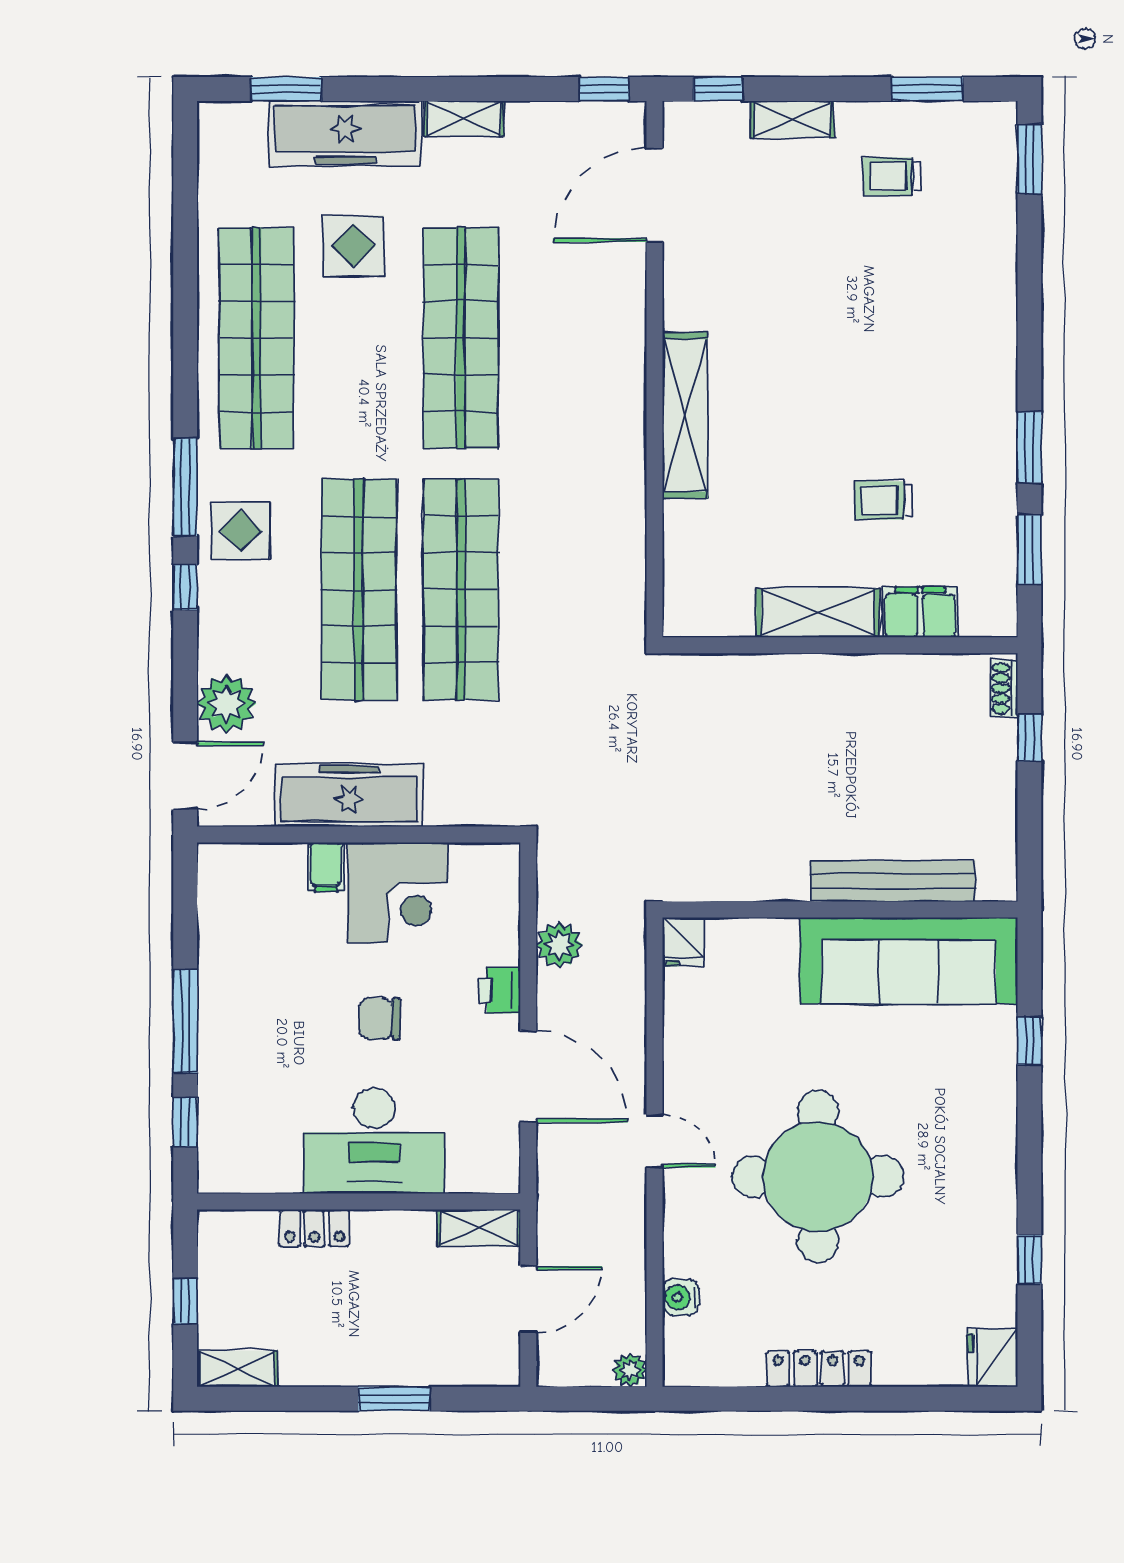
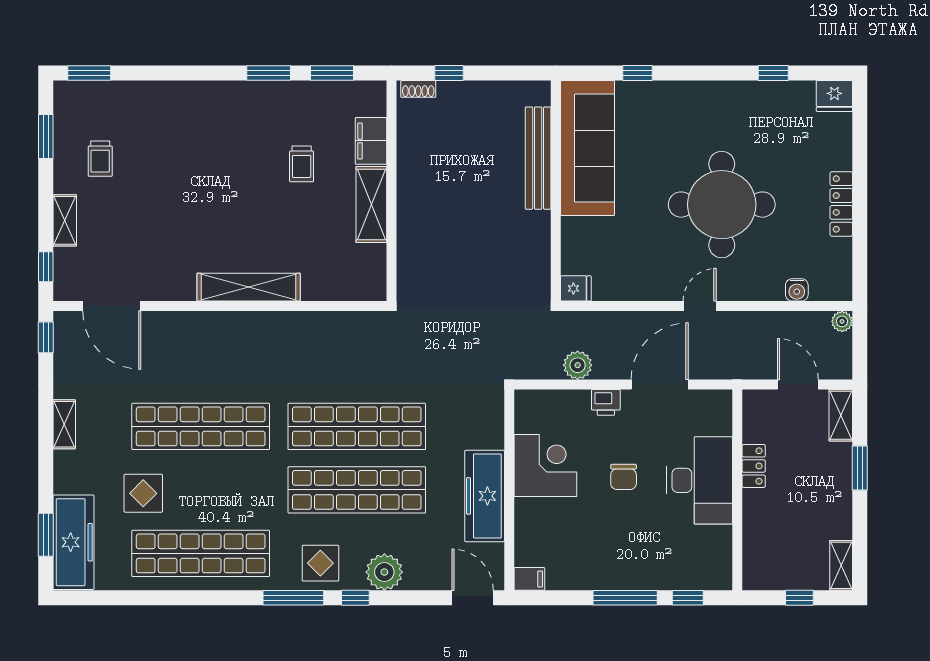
freezer: (345, 133) -> (73, 542), moved
plant: (227, 704) -> (384, 572), moved
filing cabinet: (326, 867) -> (529, 579), moved
locker: (314, 1228) -> (754, 466), moved
shelving: (479, 1228) -> (841, 415), moved

